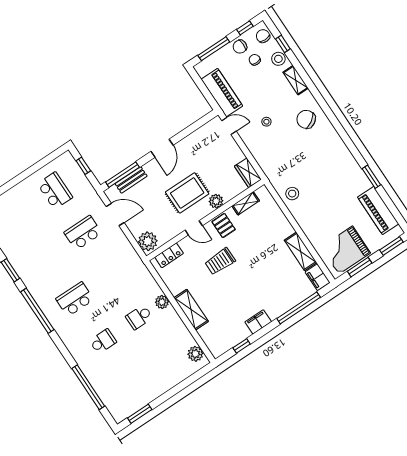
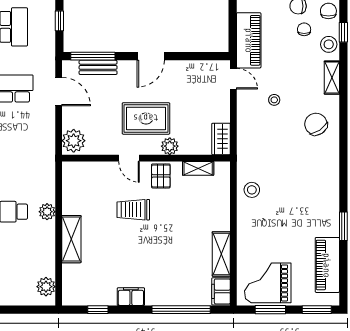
locker: (169, 255) -> (86, 169), removed

